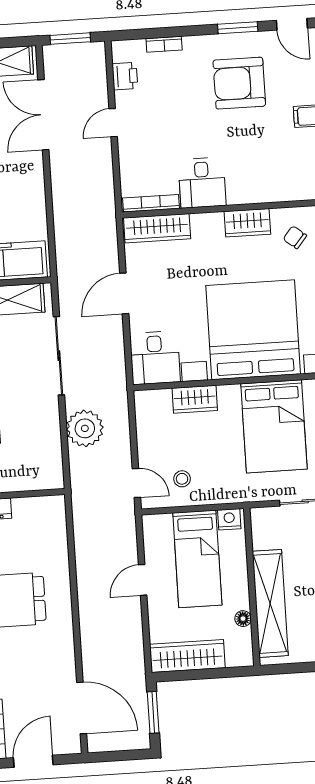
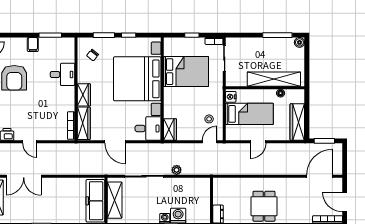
desk: (202, 183) -> (63, 74), moved
wardrobe: (247, 223) -> (84, 95), moved
wardrobe: (195, 399) -> (170, 129), moved
plant: (85, 428) -> (177, 170), width x0.53, depth x0.53
door: (143, 580) -> (258, 142), hinge flipped

